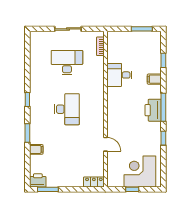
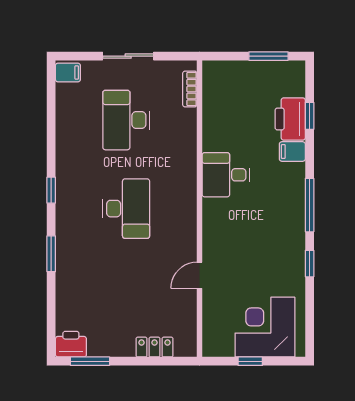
desk: (67, 63) -> (126, 120), turned -90
desk: (119, 75) -> (226, 175), moved
printer: (153, 110) -> (290, 119), moved
door: (105, 144) -> (200, 275), swing flipped
filing cabinet: (36, 149) -> (68, 72), moved
locker: (94, 182) -> (154, 347), moved

